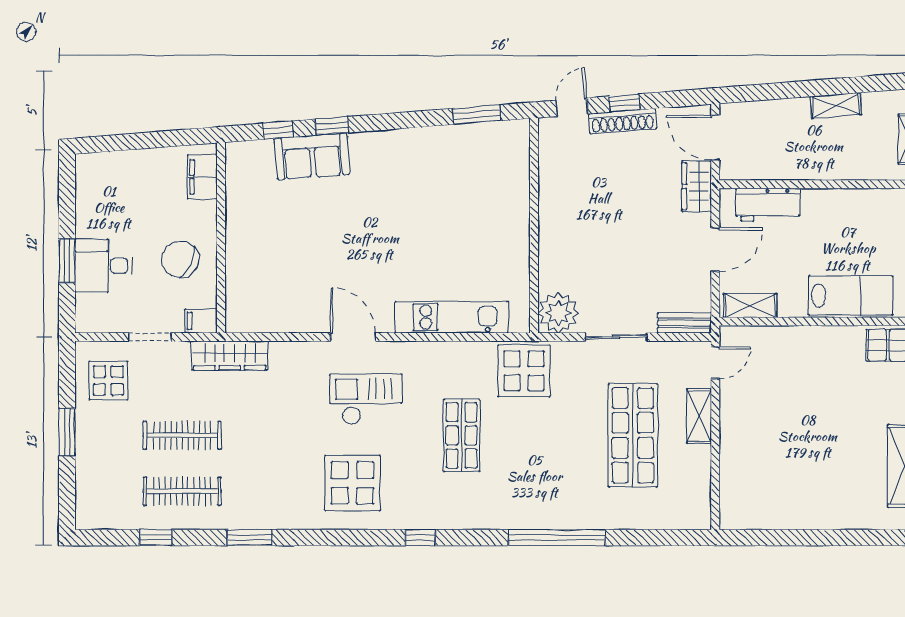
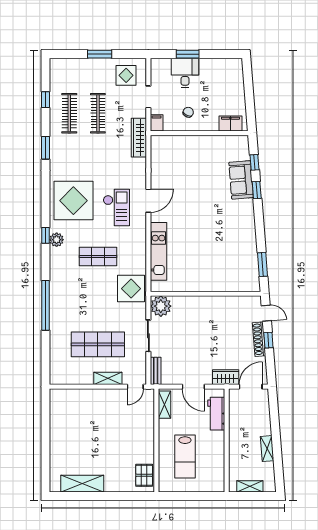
chair: (180, 259) -> (188, 112), width x0.54, depth x0.54
lab bench: (851, 296) -> (185, 457), moved
door: (715, 363) -> (135, 387), hinge flipped
display table: (352, 483) -> (73, 201), width x1.36, depth x1.36
plant: (429, 516) -> (57, 240), added

